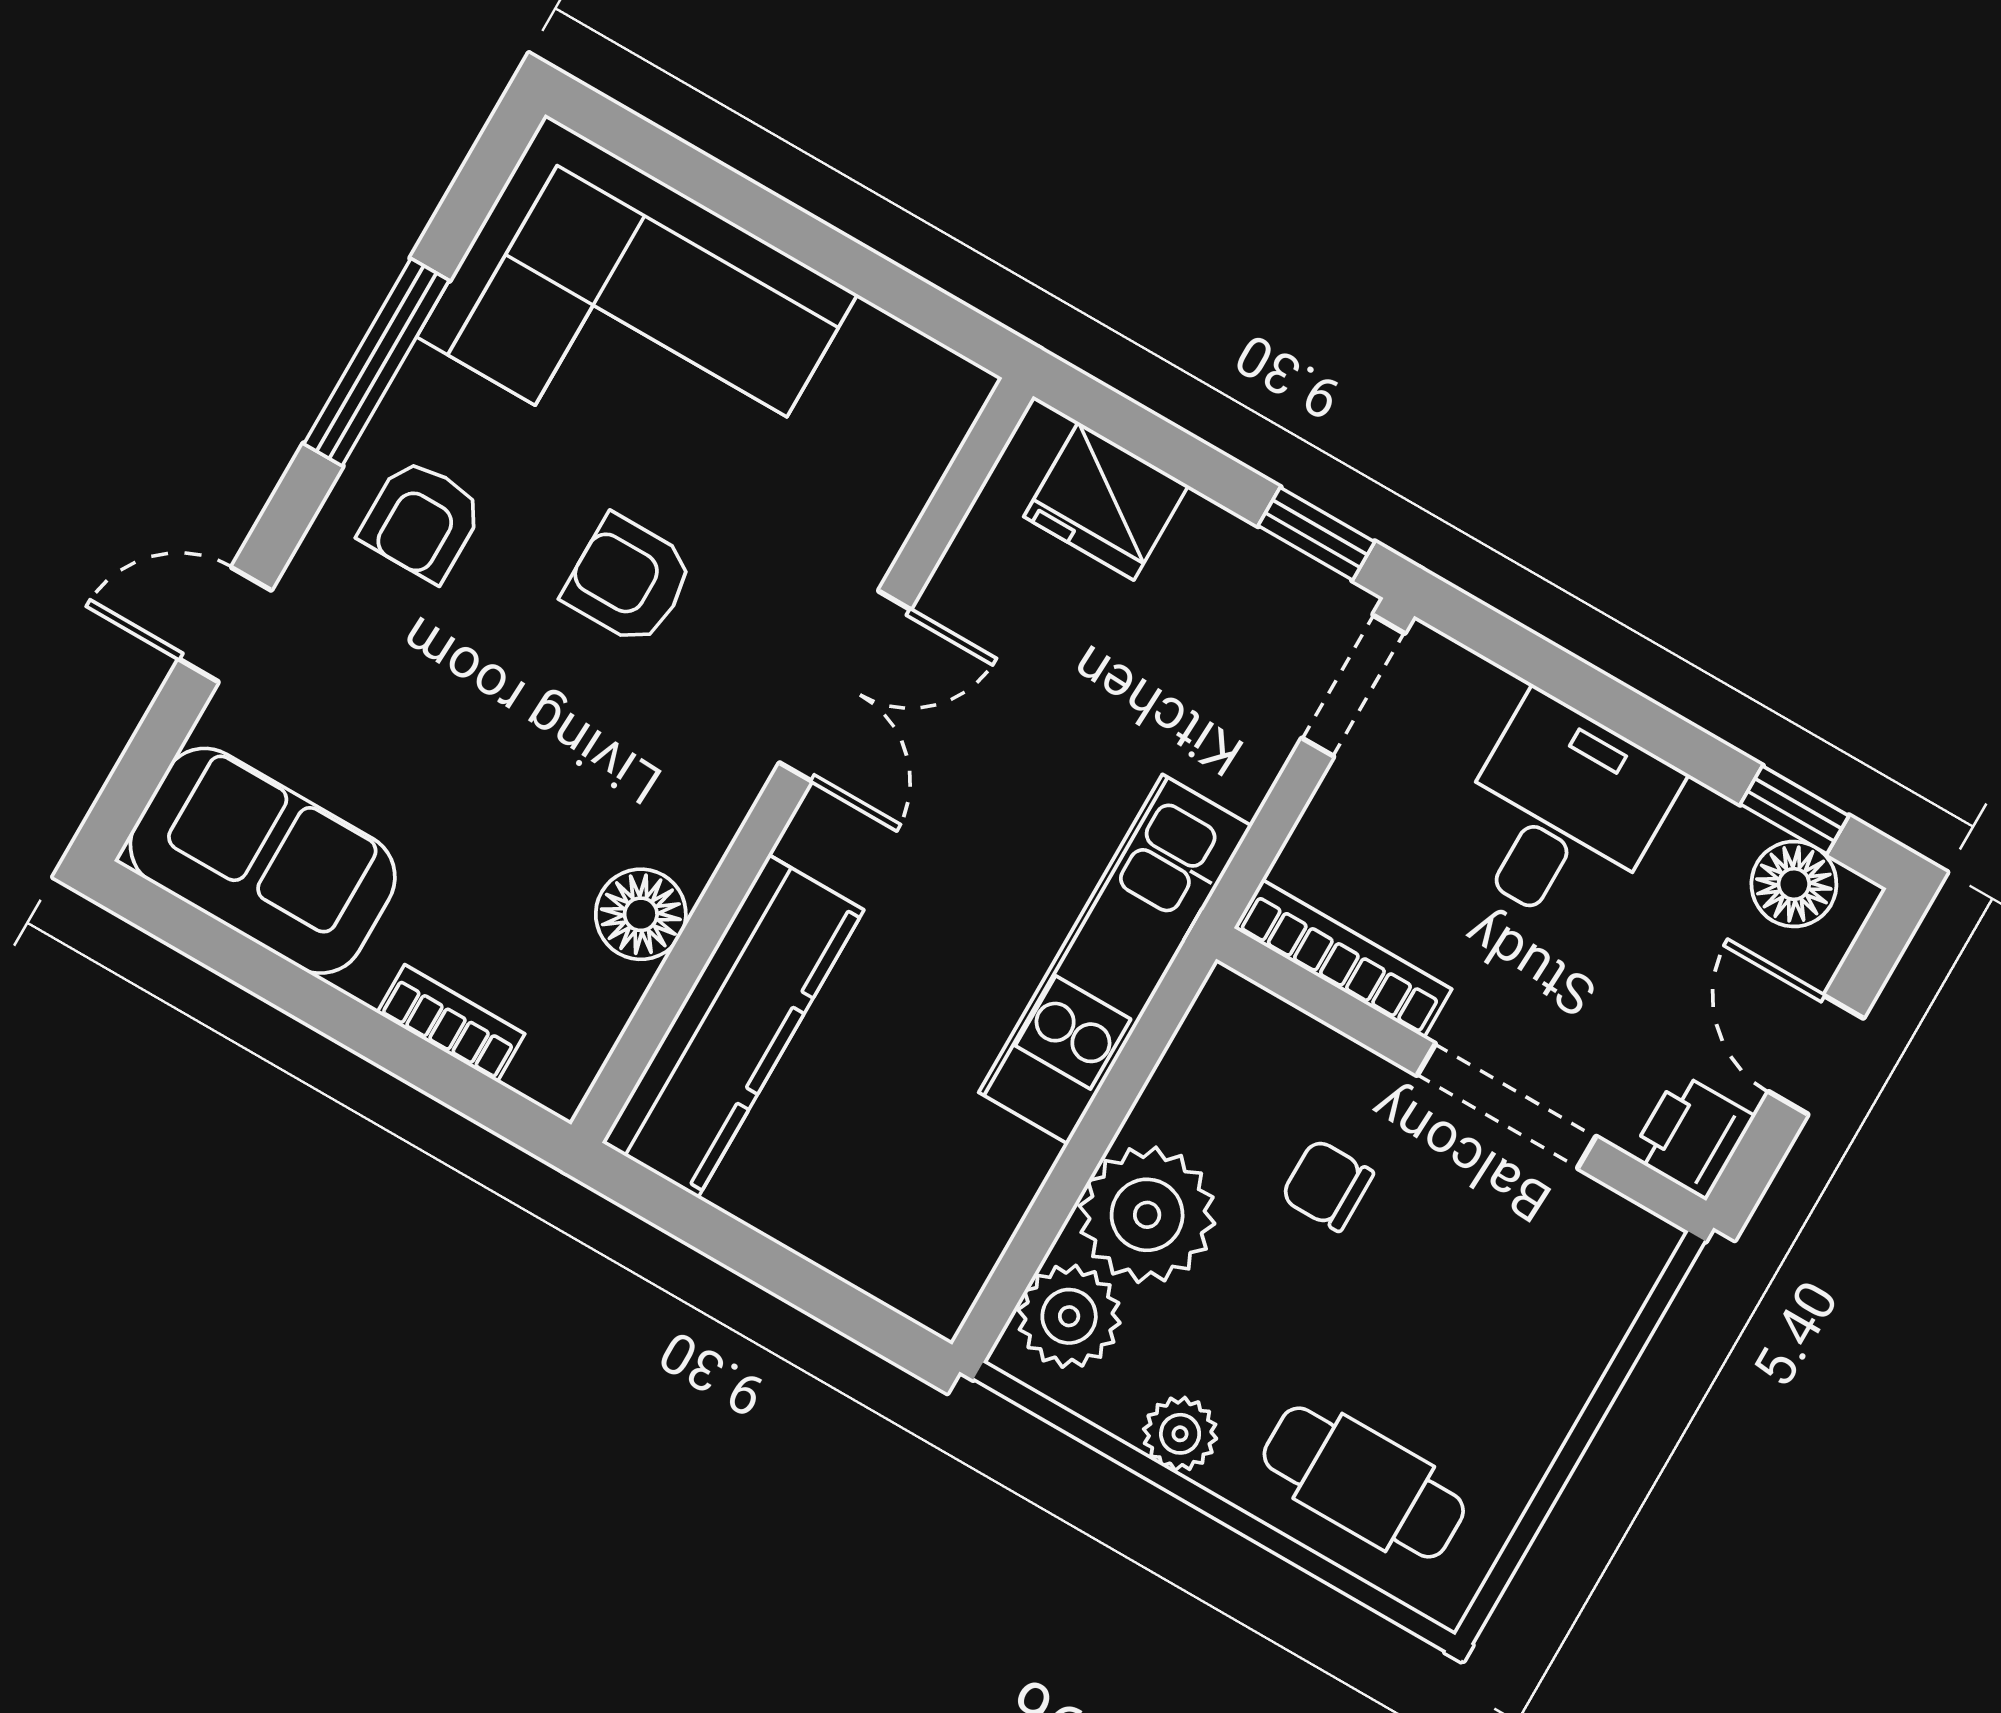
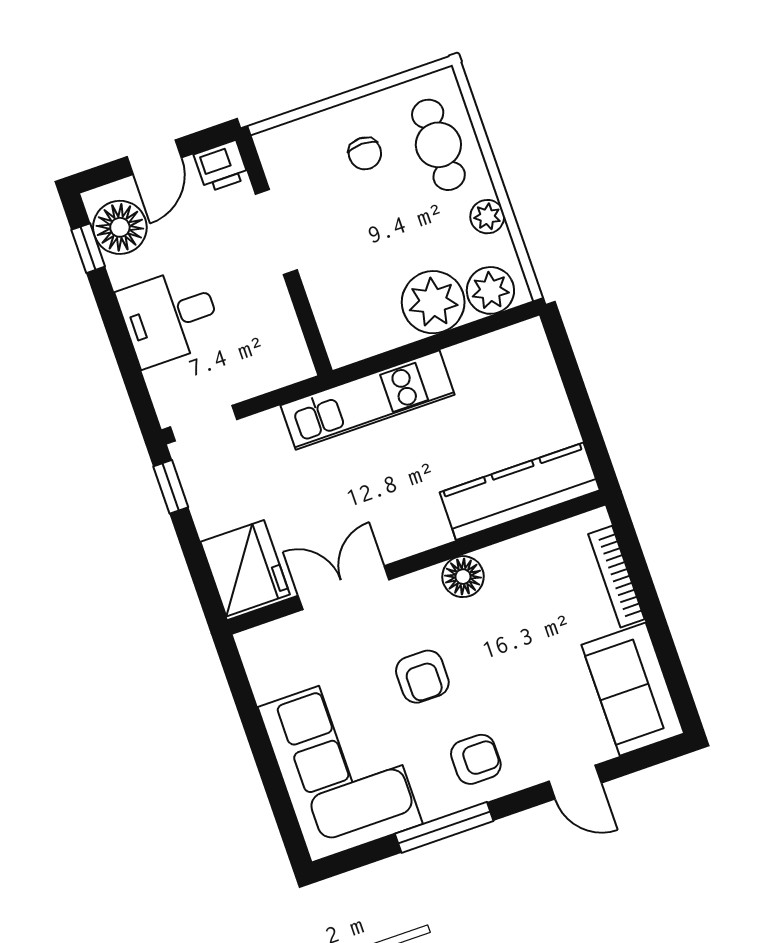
fridge: (1106, 501) -> (245, 568), width x1.36, depth x1.34
double door: (845, 686) -> (344, 588), moved
floor lamp: (1794, 884) -> (120, 227), width x1.38, depth x1.38
floor lamp: (641, 914) -> (463, 577), moved
bookcase: (1343, 959) -> (289, 332), removed
bookcase: (451, 1023) -> (616, 577), width x1.56
chair: (1327, 1185) -> (365, 153), moved

